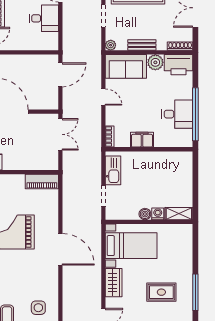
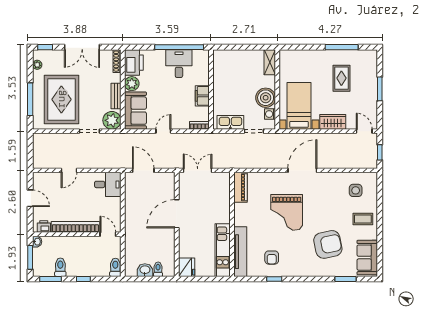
desk: (44, 18) -> (108, 184), moved, turned 90
plant: (111, 45) -> (112, 120), width x1.88, depth x1.88
boiler: (145, 214) -> (266, 98), width x1.86, depth x1.86
washing machine: (158, 214) -> (270, 114), moved

